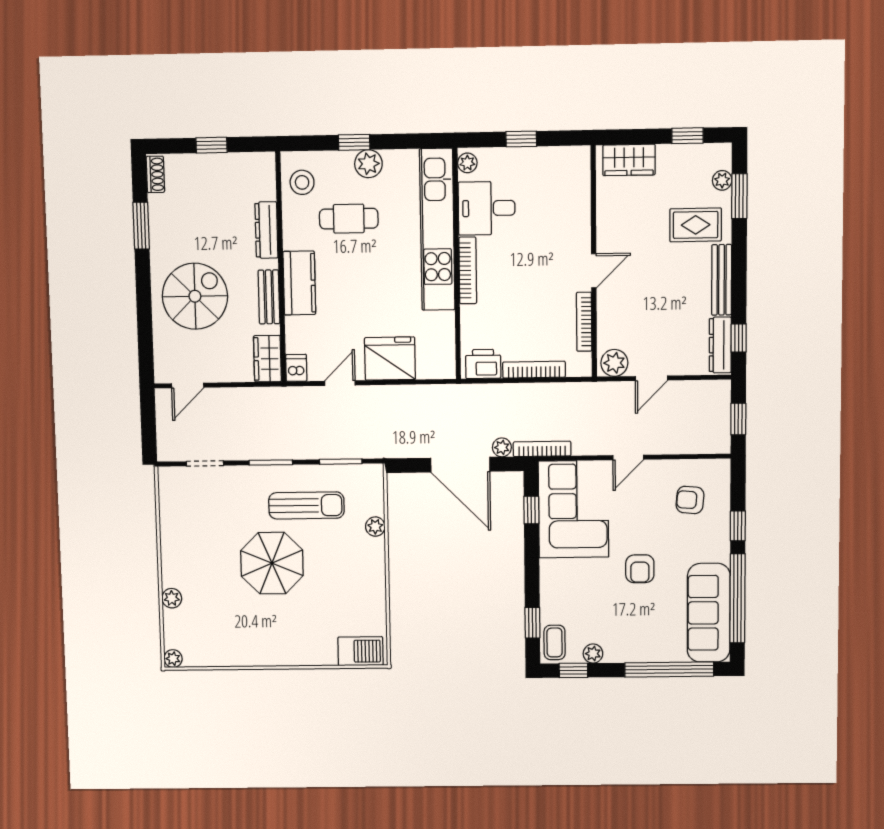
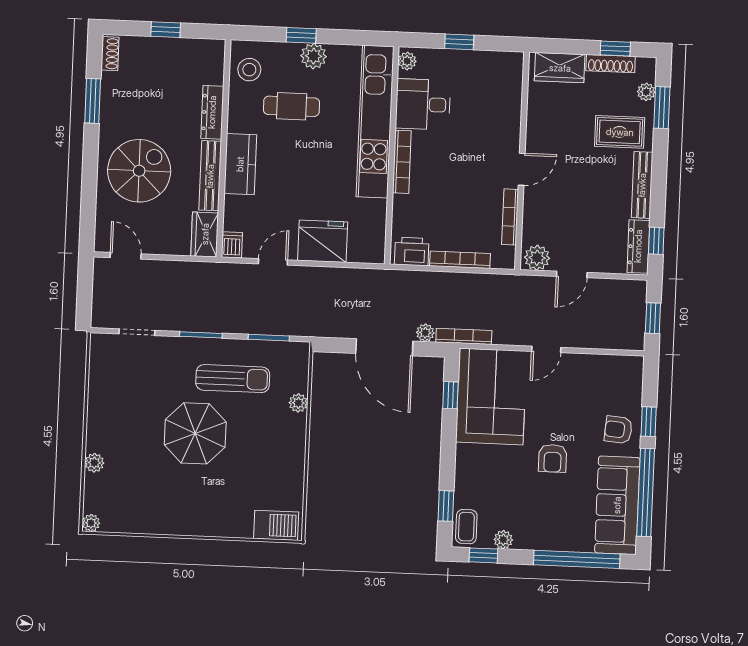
shoe rack: (683, 152) -> (611, 64), added
bench: (269, 297) -> (210, 176), width x1.36
door: (188, 385) -> (126, 256), swing flipped
armchair: (690, 500) -> (618, 430), moved

